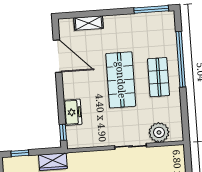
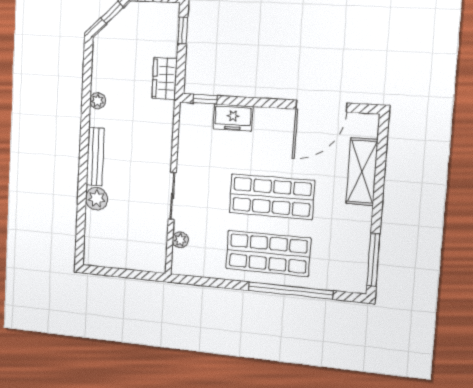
shelving: (89, 23) -> (362, 172), width x1.50, depth x1.33
shop shelf: (158, 77) -> (268, 253), width x1.43, depth x1.36
plant: (159, 132) -> (180, 240), width x0.53, depth x0.53

